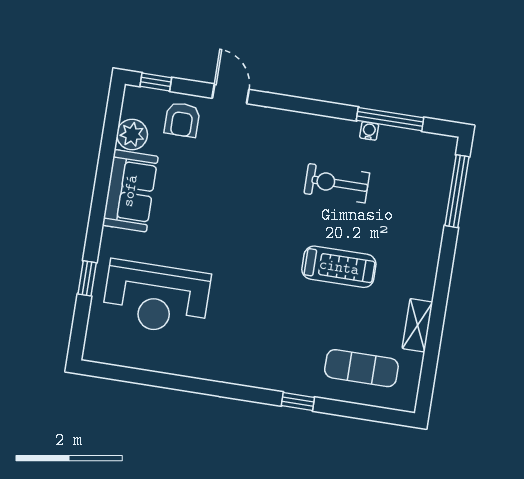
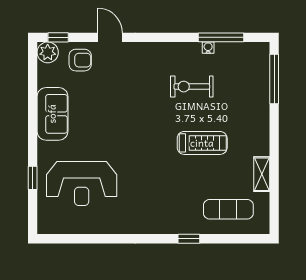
armchair: (182, 120) -> (80, 60), turned -90
plant: (132, 134) -> (48, 52), moved

